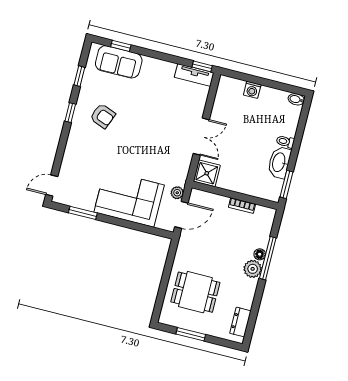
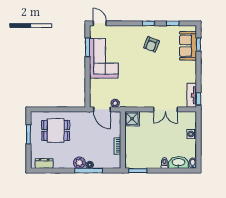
double door: (201, 137) -> (165, 109), moved
washbasin: (279, 162) -> (178, 162), moved
corner sofa: (129, 199) -> (104, 58), moved
dining table: (195, 292) -> (56, 130), turned 90

